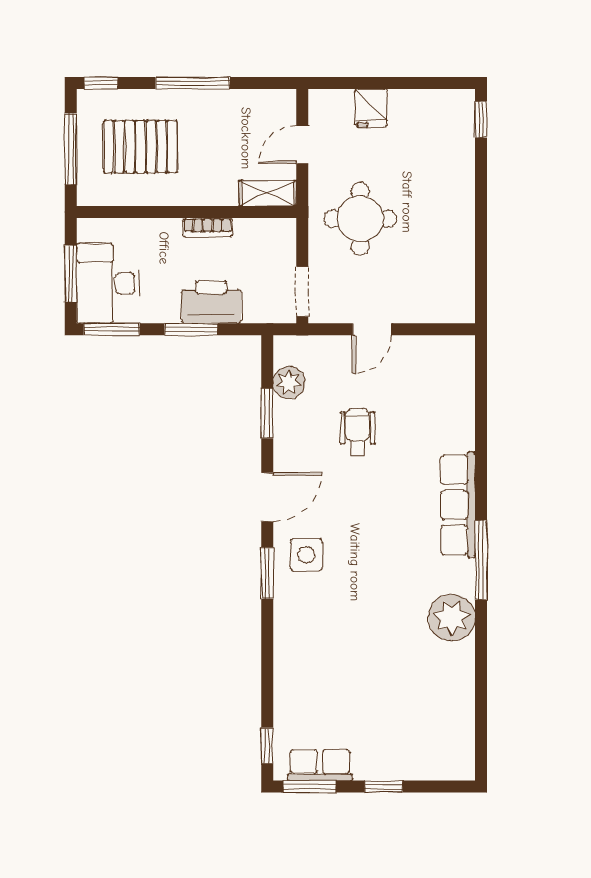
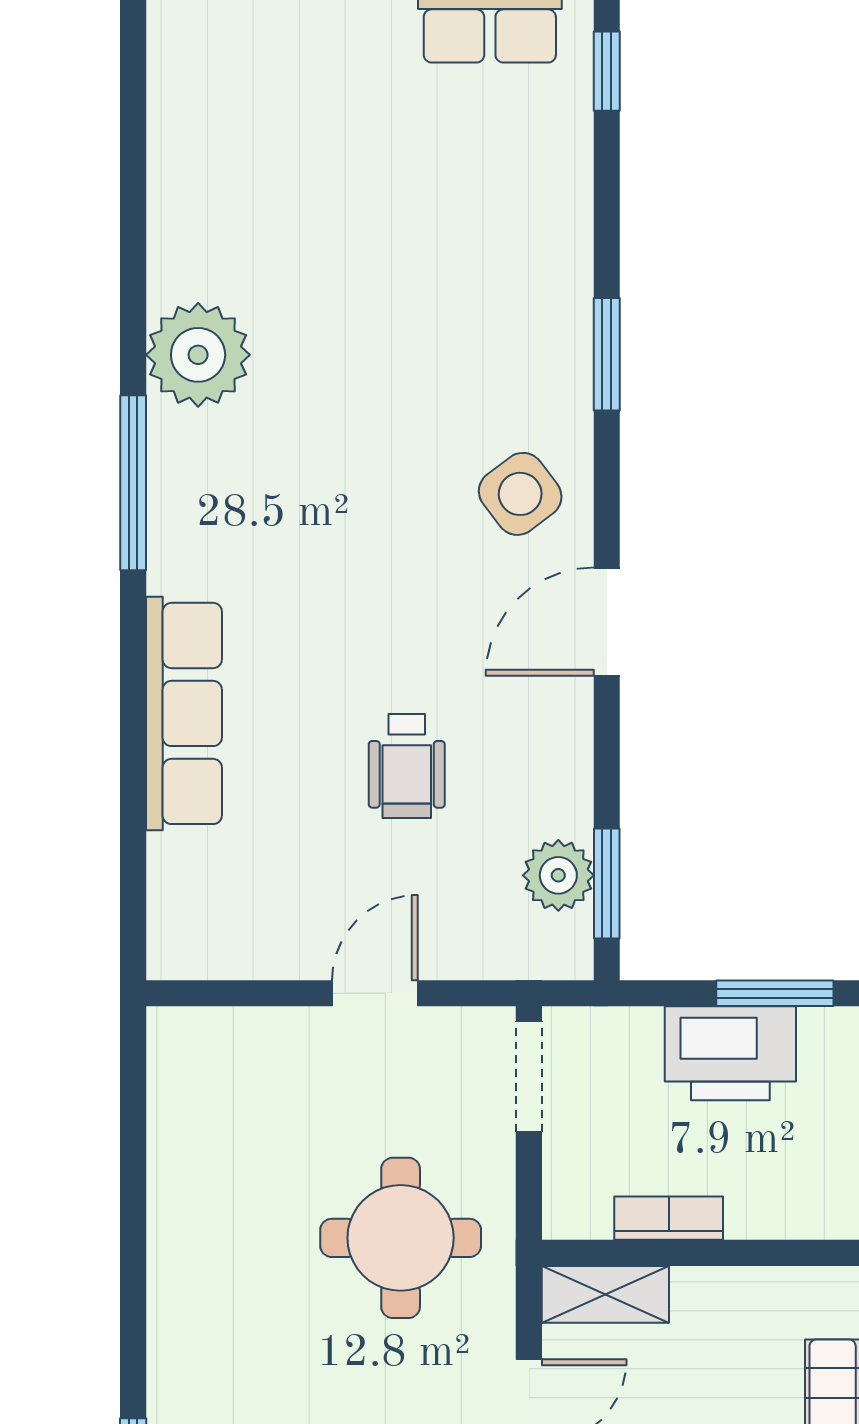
bookcase: (208, 228) -> (669, 1218), moved
window: (267, 413) -> (607, 883), moved
row of seats: (458, 505) -> (184, 713), moved
side table: (306, 555) -> (520, 494), turned -37
window: (267, 573) -> (607, 354), moved

